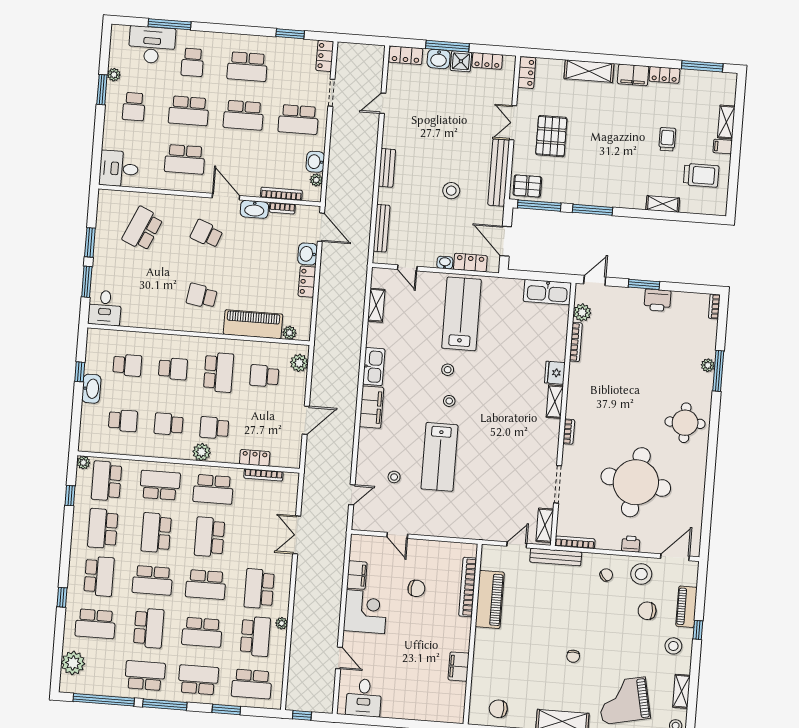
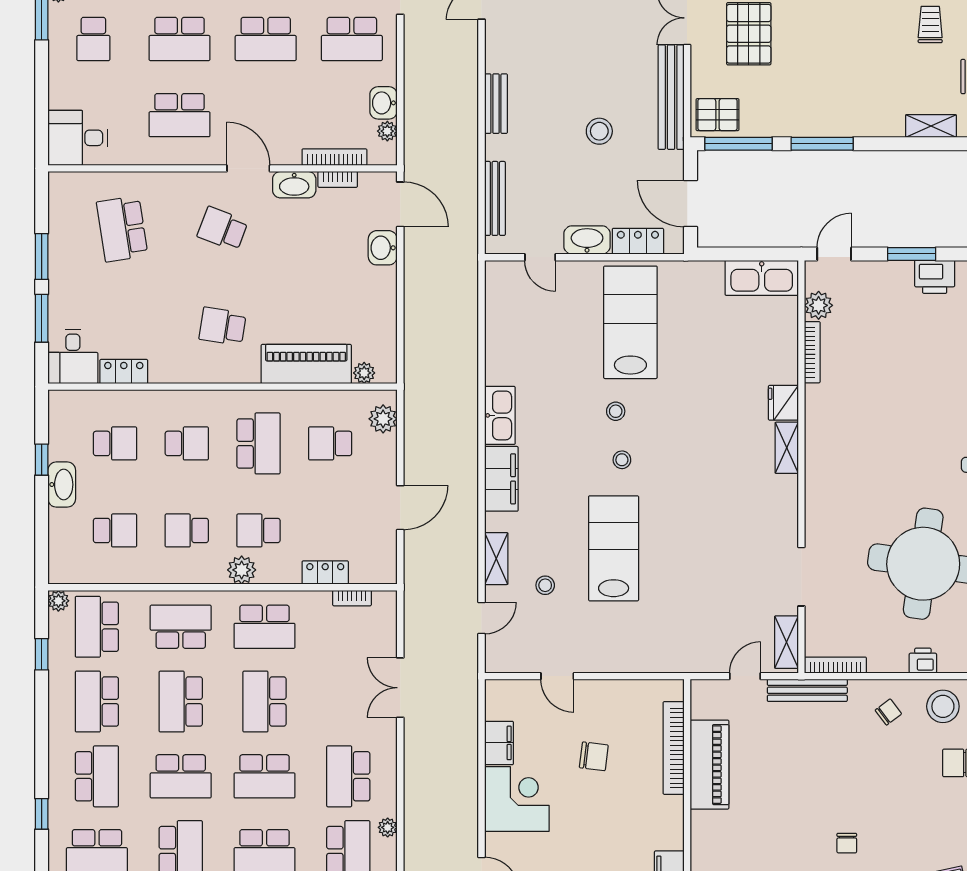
school desk: (143, 229) -> (122, 229), turned -33
washbasin: (445, 263) -> (587, 240), width x1.91, depth x1.45
locker: (307, 282) -> (124, 372), moved, turned 90
shelving: (376, 305) -> (496, 559), moved
bookcase: (569, 432) -> (812, 493), removed
lab bench: (439, 457) -> (614, 548), turned 180
bookcase: (263, 475) -> (352, 598), width x0.64

